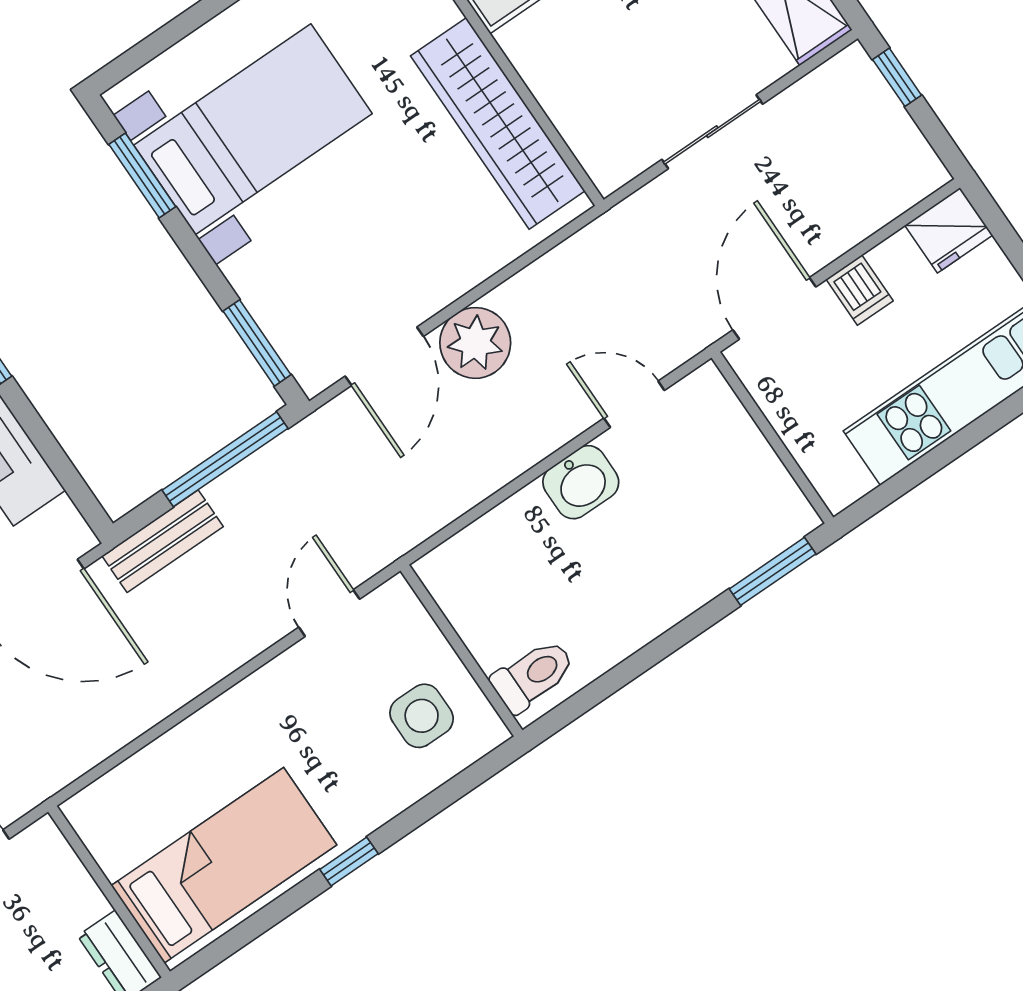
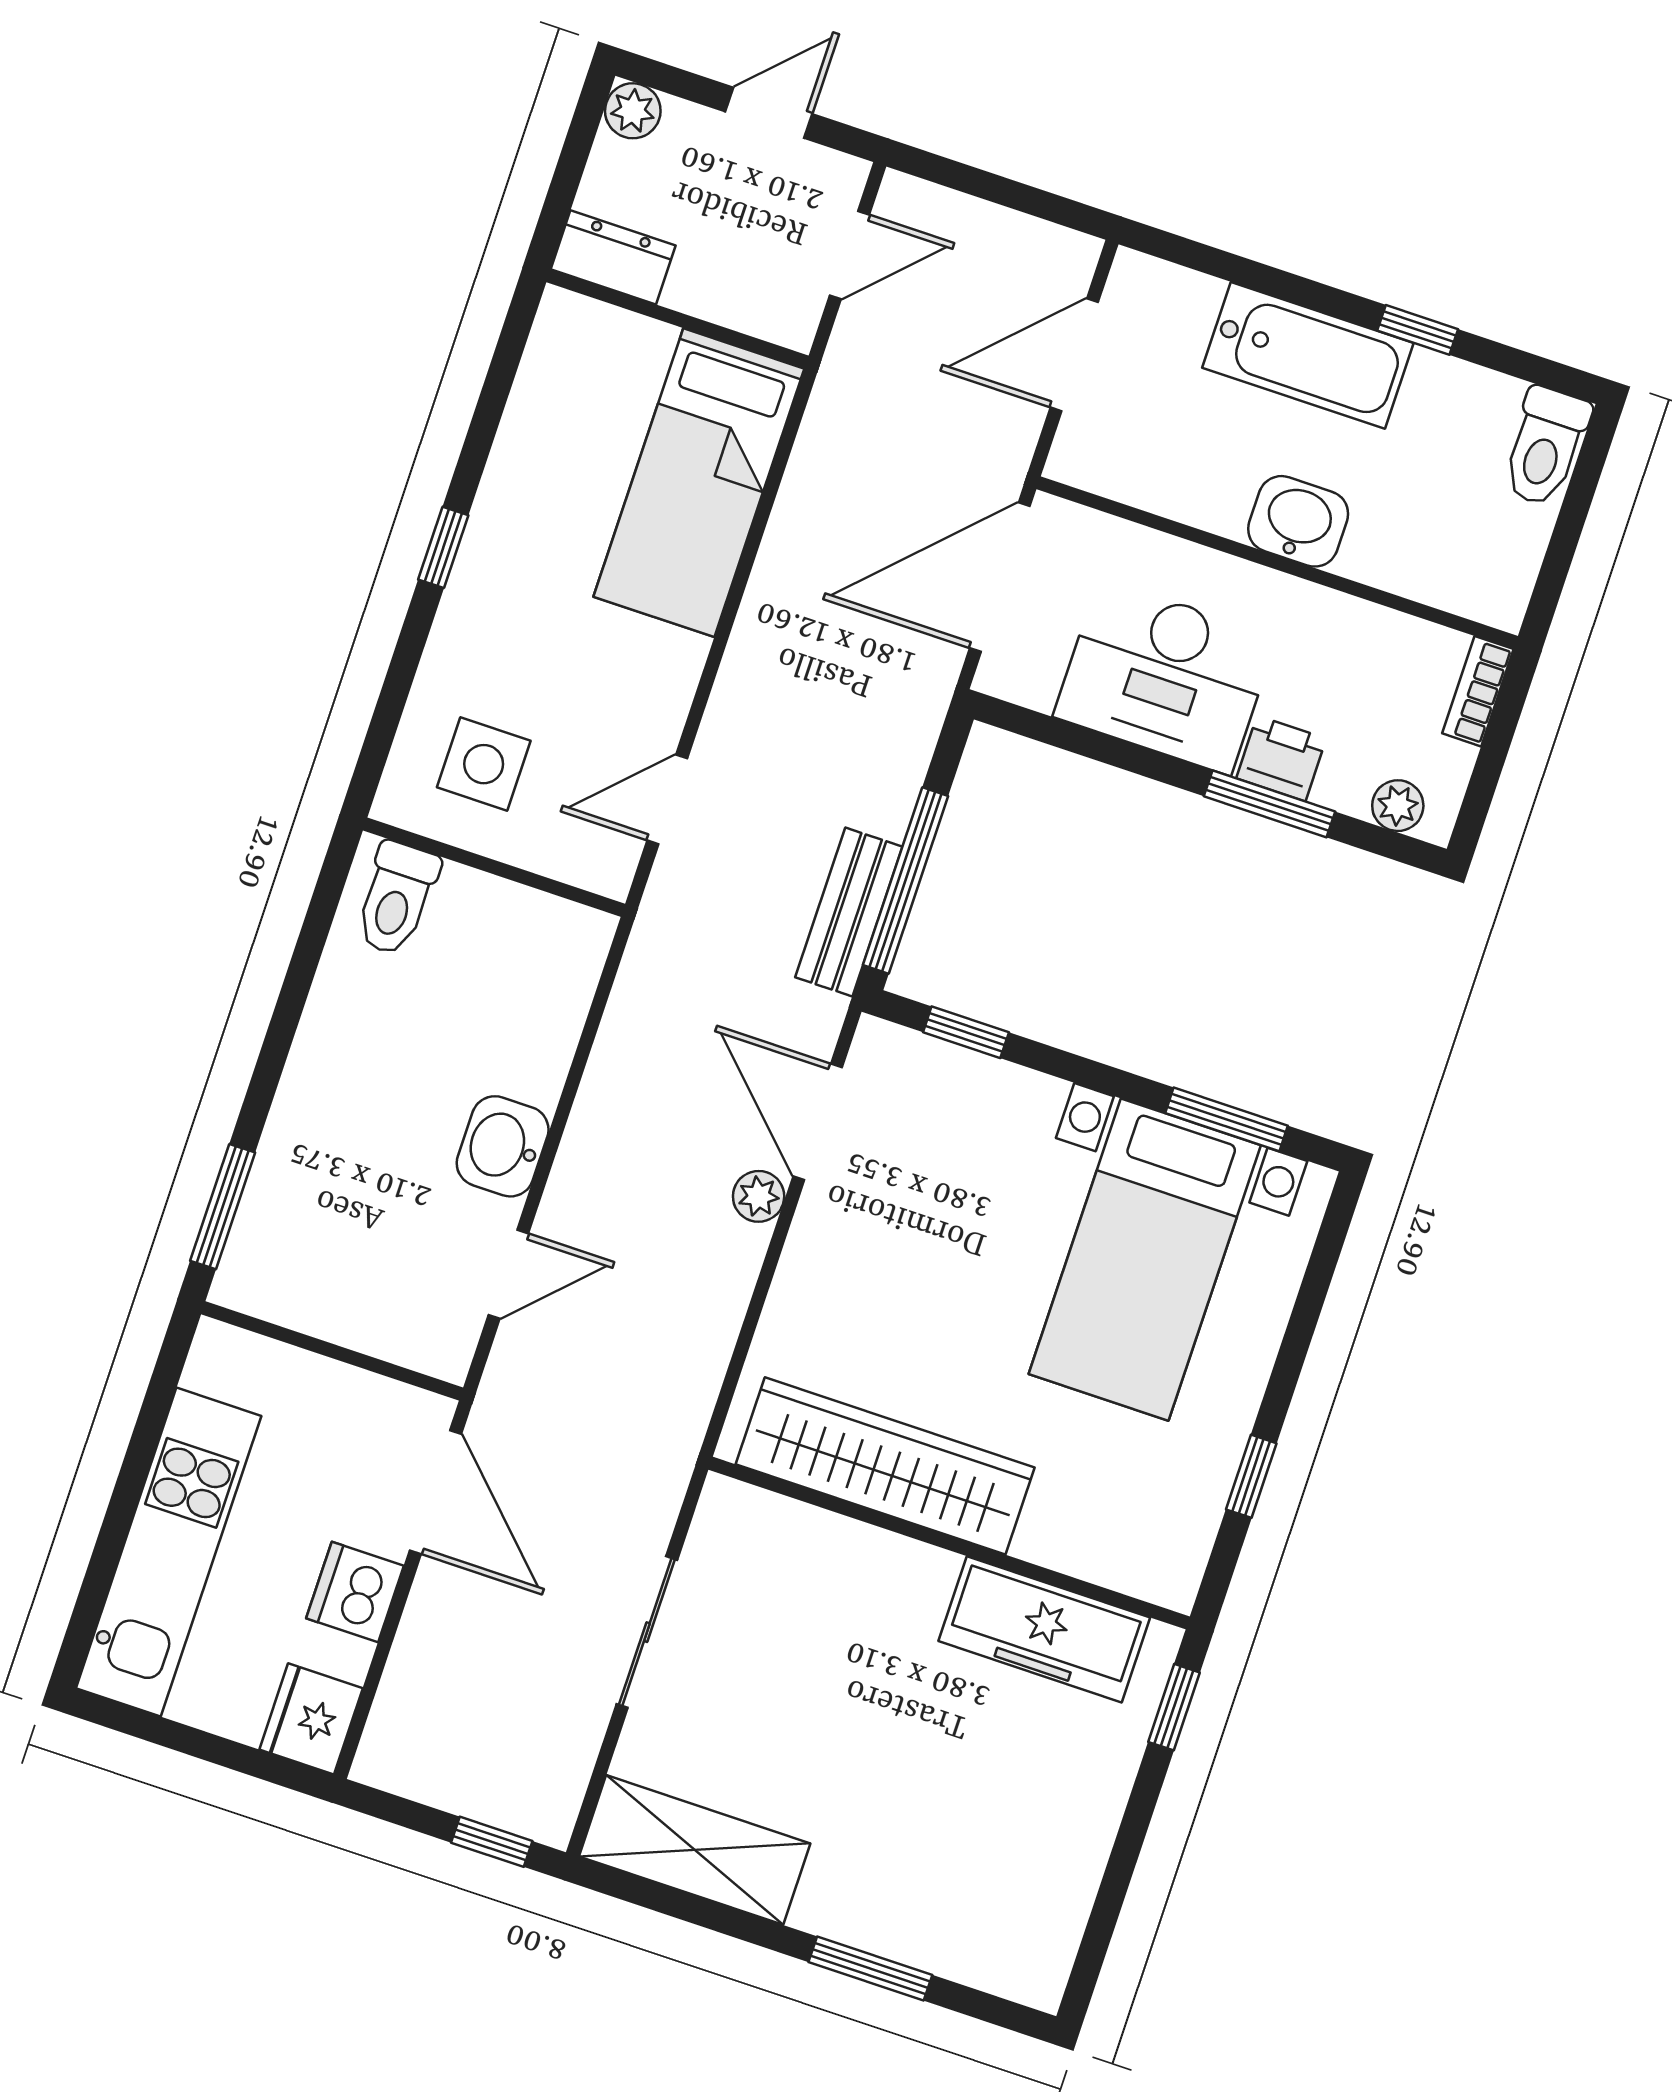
dishwasher: (860, 290) -> (355, 1592), width x1.38
window: (257, 343) -> (966, 1032), width x0.67
plant: (475, 343) -> (759, 1196), width x0.53, depth x0.53
bench: (163, 541) -> (849, 912), moved
door: (329, 613) -> (667, 799), swing flipped
bed: (224, 865) -> (699, 483), moved

